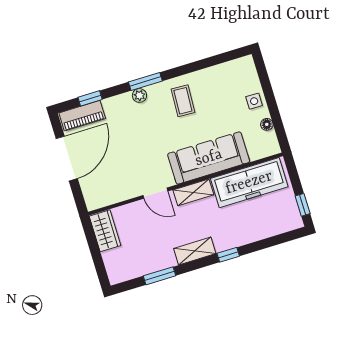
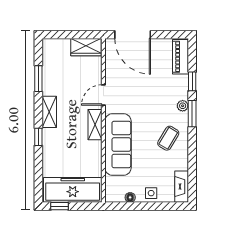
fireplace: (235, 68) -> (182, 187), added
window: (90, 98) -> (192, 81), moved
coffee table: (183, 101) -> (168, 138), turned -62
door: (67, 159) -> (133, 35), moved
freezer: (249, 183) -> (73, 190), moved, turned 90

